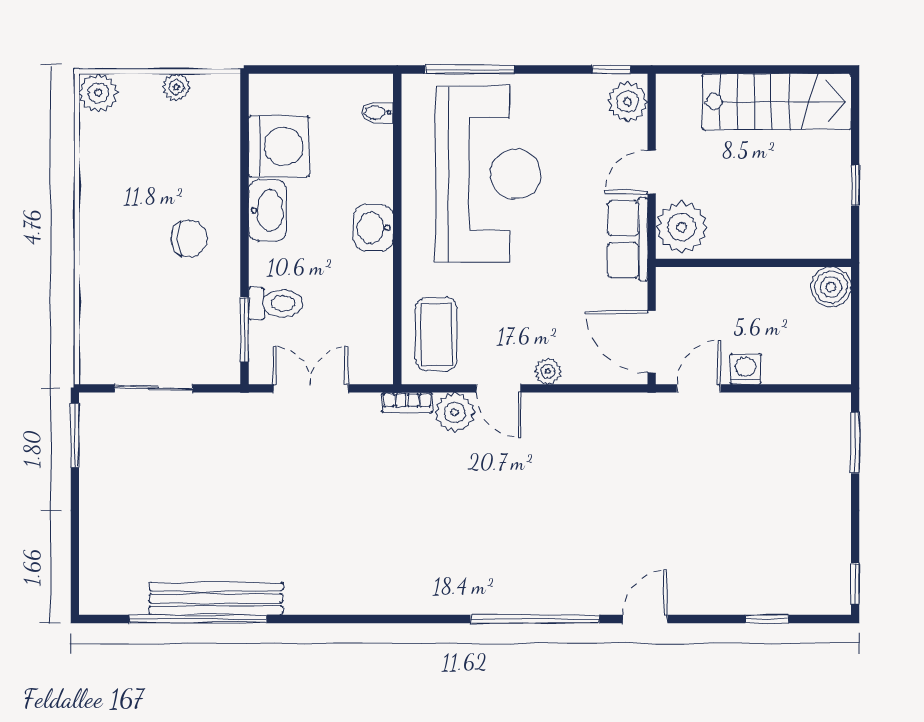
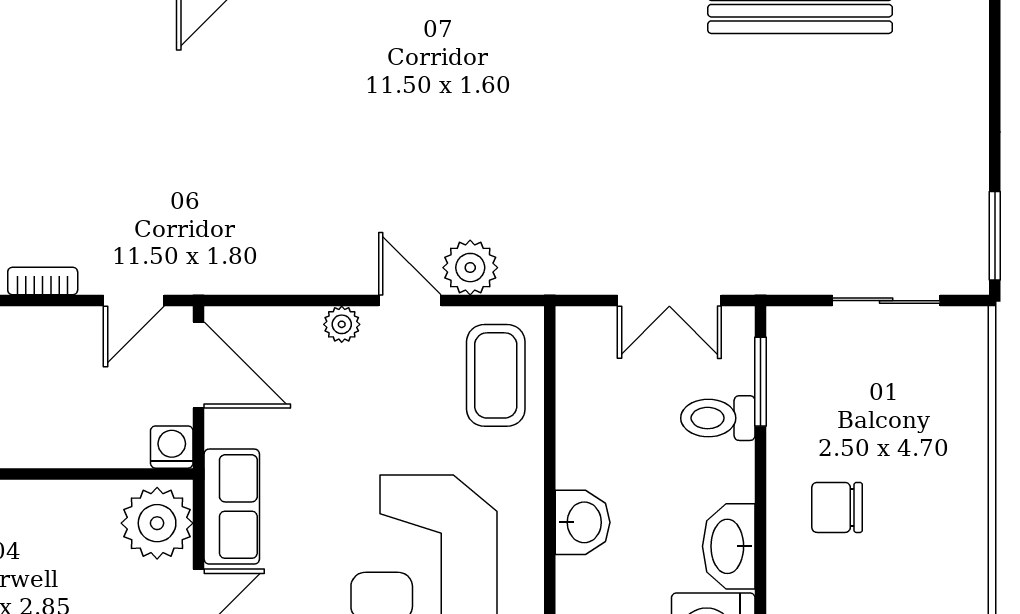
washing machine: (745, 369) -> (172, 447), moved, turned 180
bookcase: (407, 403) -> (43, 281), moved

